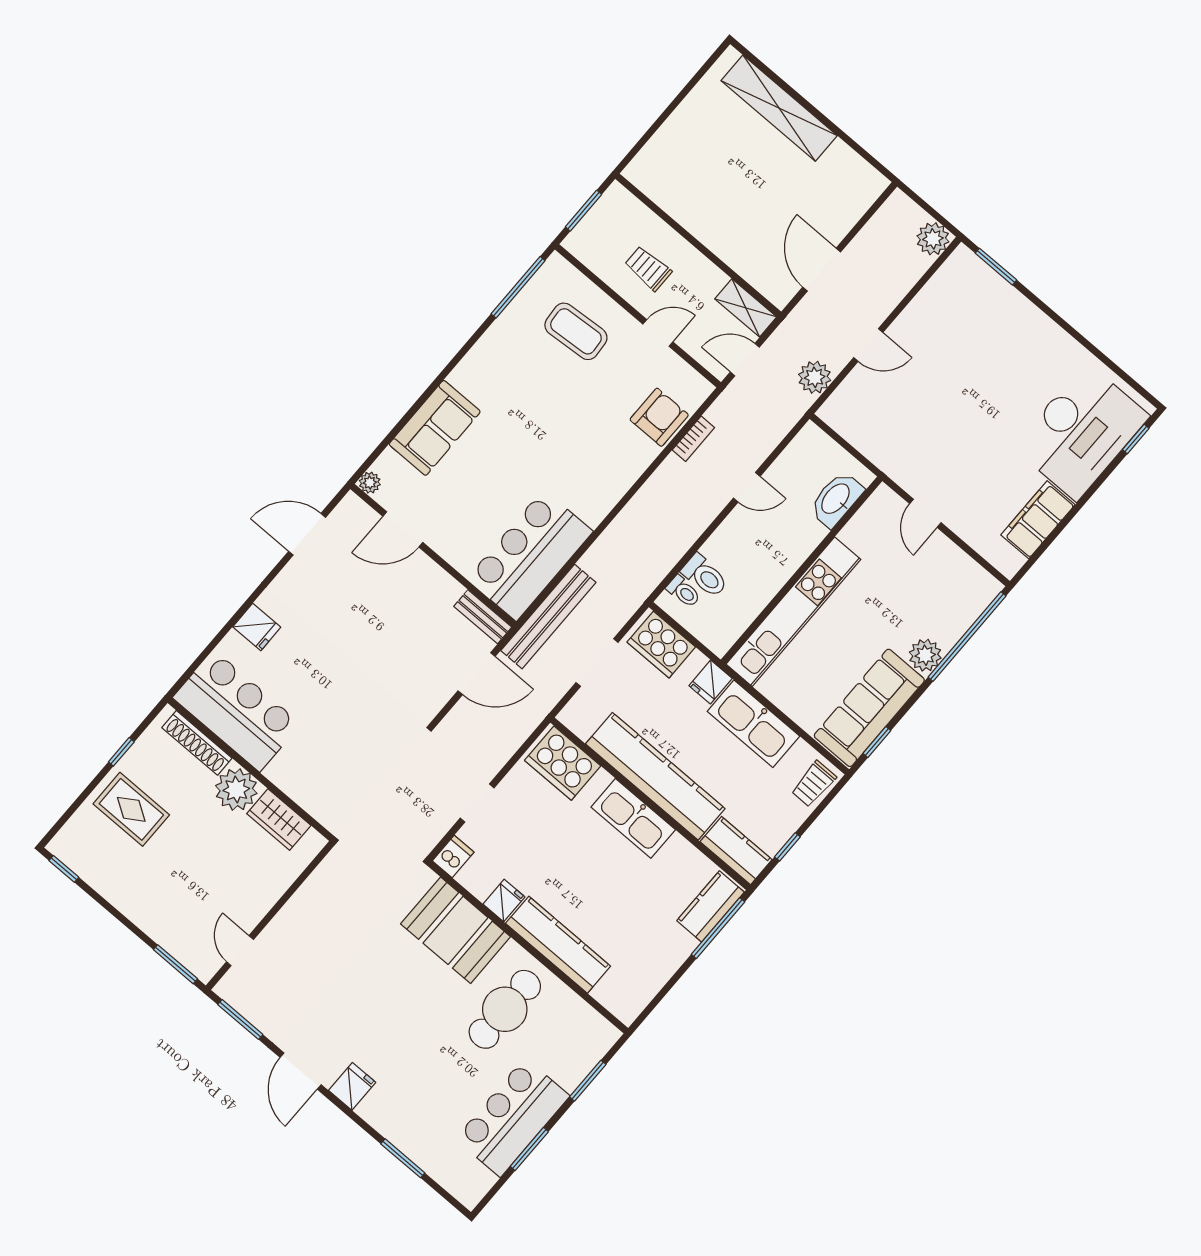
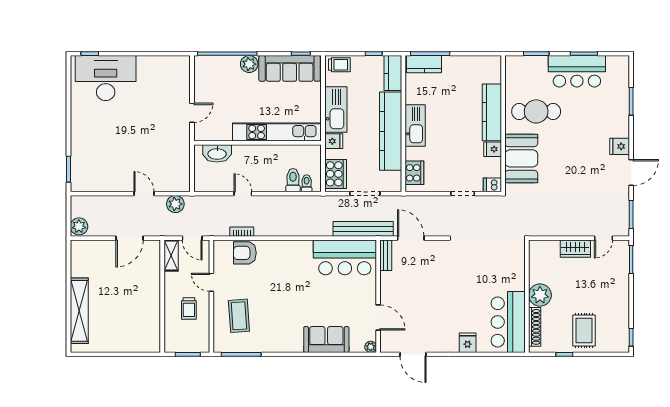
plant: (933, 239) -> (79, 226), moved
filing cabinet: (1038, 520) -> (156, 65), removed
cooker: (563, 763) -> (414, 173), width x0.73, depth x0.76
wardrobe: (279, 820) -> (575, 249), moved, turned 90

